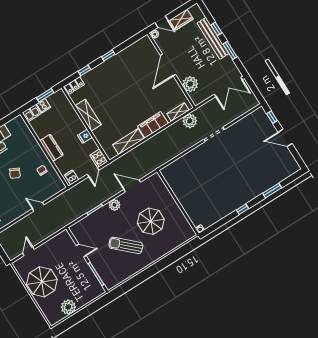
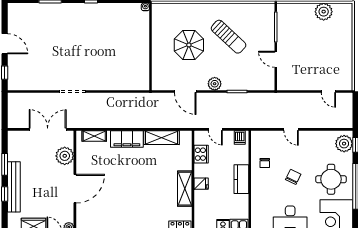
double door: (228, 87) -> (48, 129), moved
plant: (190, 121) -> (88, 120), removed
fridge: (85, 136) -> (201, 184), moved
cooker: (99, 158) -> (201, 154), moved
door: (93, 172) -> (215, 129), swing flipped
door: (28, 251) -> (328, 92), hinge flipped
parasol: (42, 282) -> (334, 53), removed

